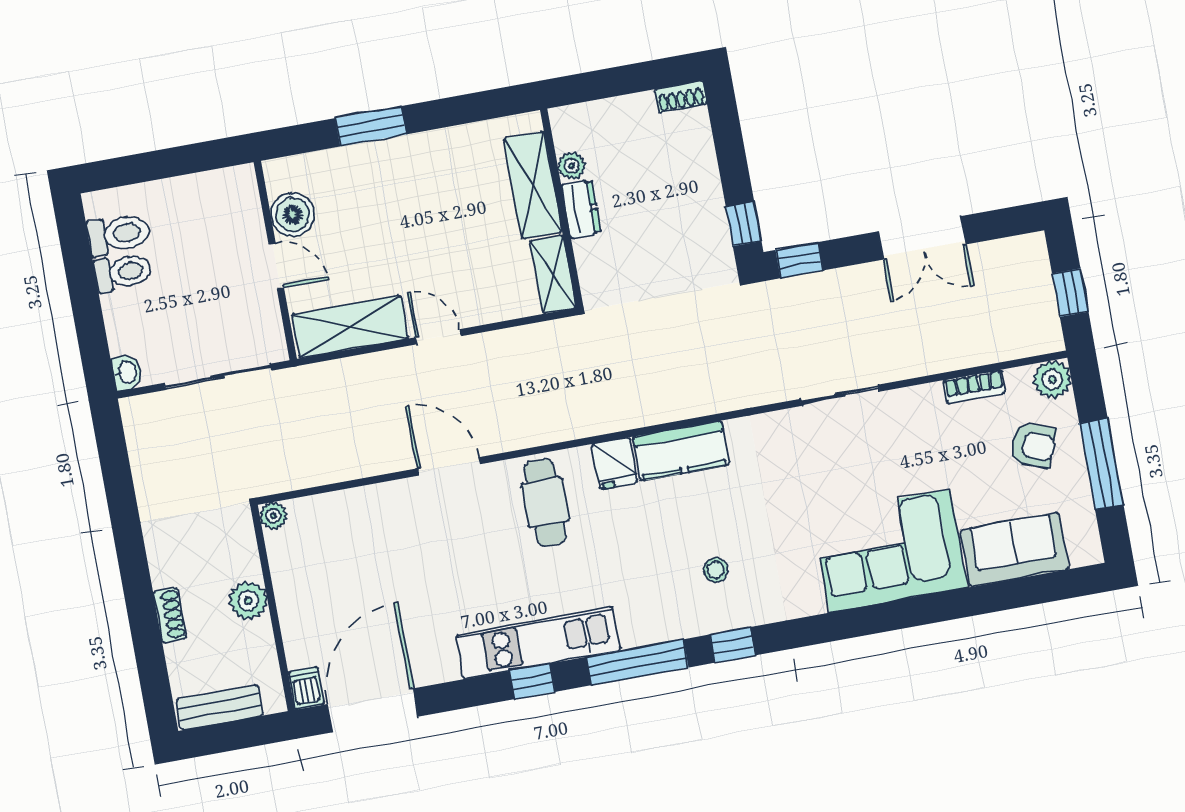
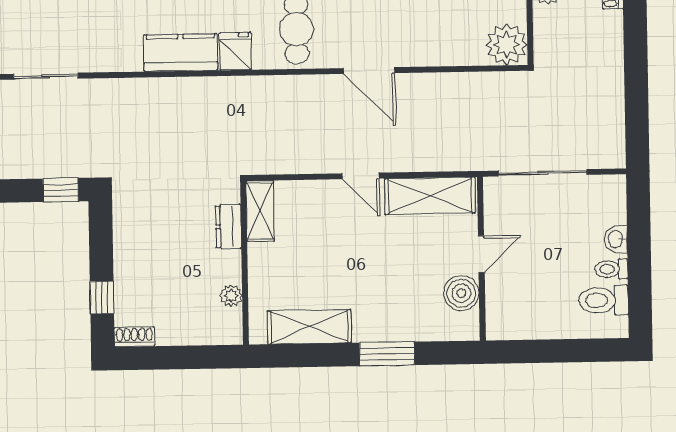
shelving: (533, 185) -> (309, 327), moved, turned 90
dresser: (581, 209) -> (228, 227), moved
window: (744, 224) -> (102, 298), moved
door: (276, 266) -> (481, 254), swing flipped
toilet: (123, 272) -> (611, 269), width x0.73, depth x0.72
washbasin: (127, 372) -> (616, 239), moved
plant: (273, 516) -> (507, 45), width x1.87, depth x1.87

